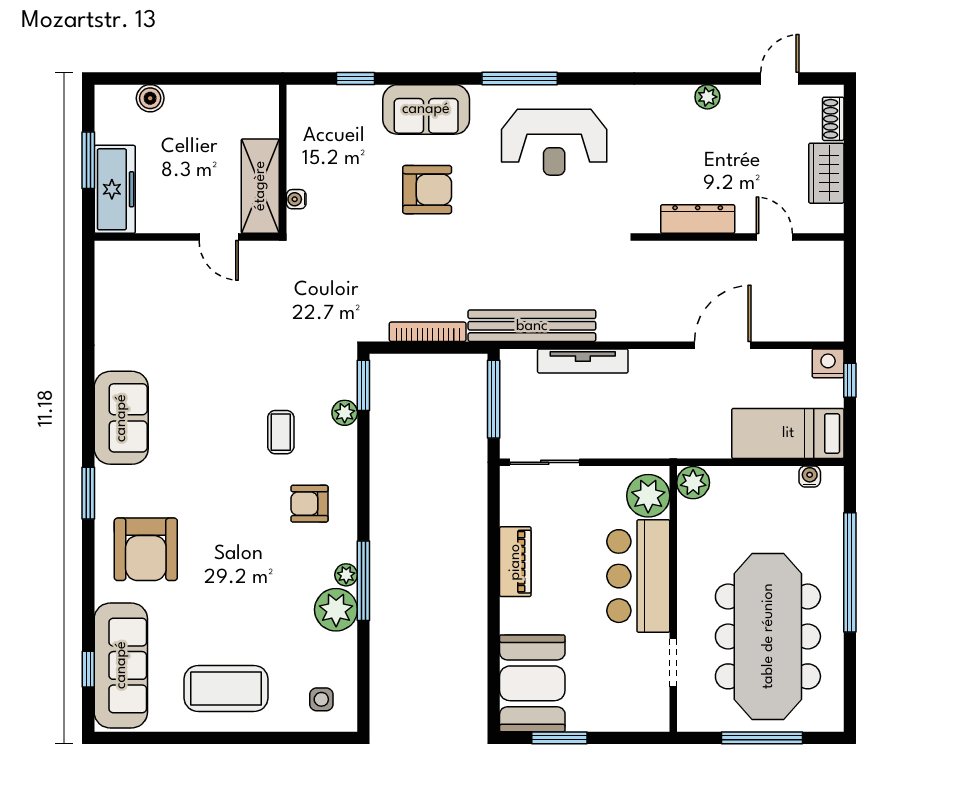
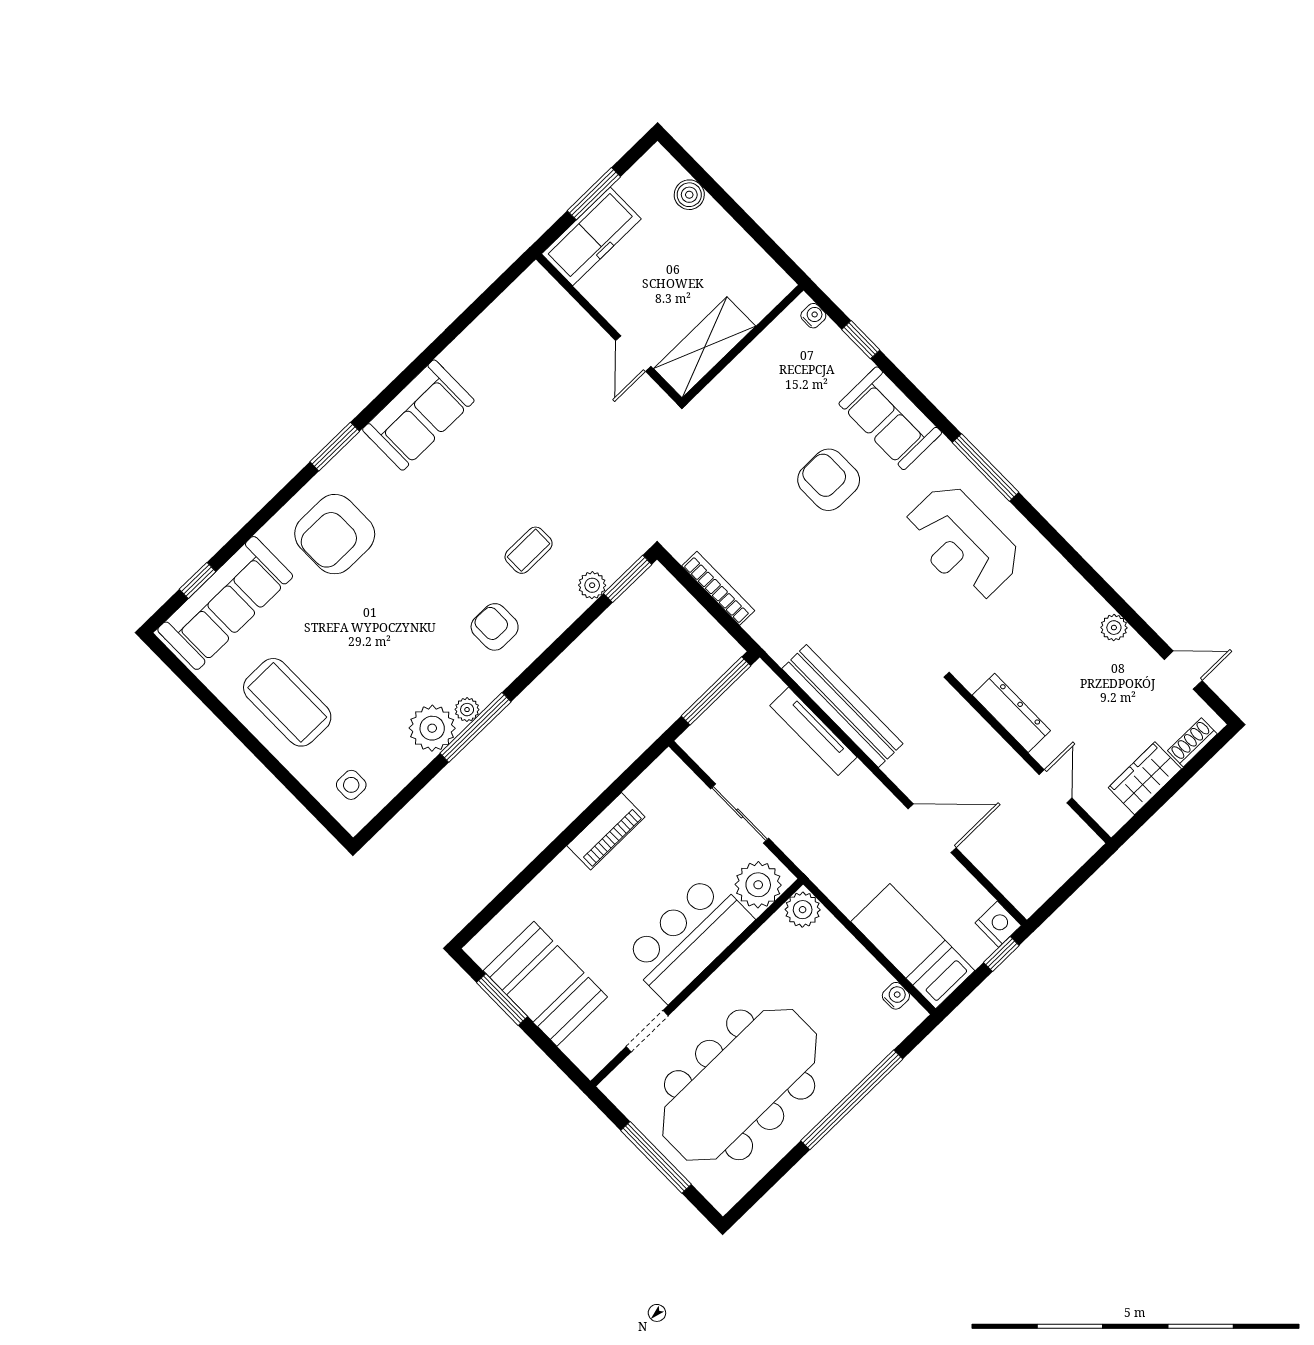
armchair: (427, 190) -> (829, 480), turned 180
water cooler: (296, 199) -> (813, 316), moved, turned 90
bench: (532, 326) -> (842, 706), moved
sliding door: (545, 462) -> (740, 813), moved
booth: (532, 683) -> (545, 984), moved, turned 90

